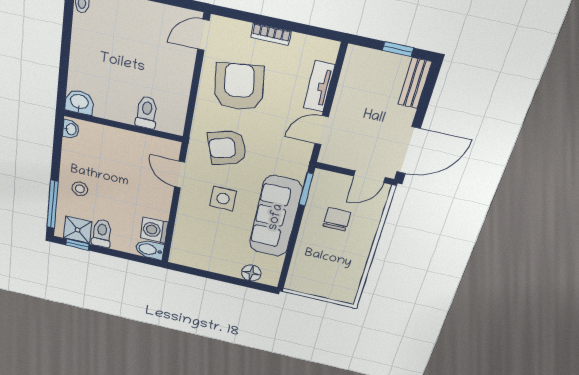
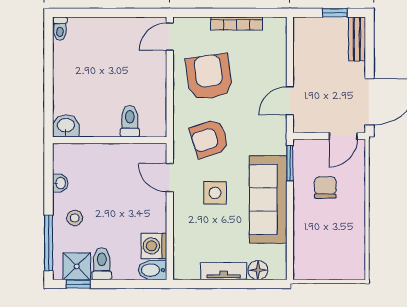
bookcase: (271, 34) -> (237, 24), width x1.56
tv unit: (319, 87) -> (224, 271), moved, turned 90
washbasin: (71, 129) -> (60, 183), moved

